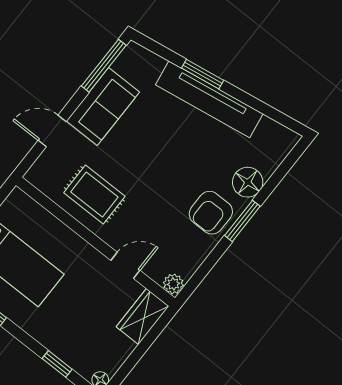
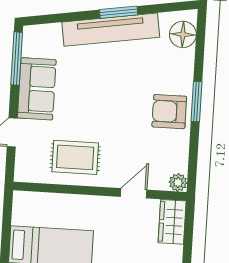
window: (203, 74) -> (119, 12), moved
floor lamp: (248, 182) -> (183, 34), moved
armchair: (211, 213) -> (169, 112), turned 90

